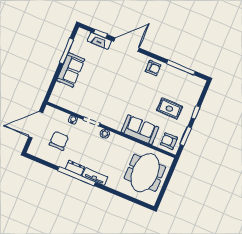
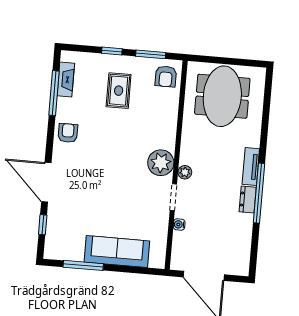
fireplace: (99, 41) -> (66, 80), moved
sofa: (71, 70) -> (117, 252), width x1.36
plant: (116, 121) -> (161, 163), added
sofa: (140, 130) -> (163, 123), removed
chair: (59, 141) -> (216, 235), removed
meeting table: (145, 173) -> (222, 96), turned 90

